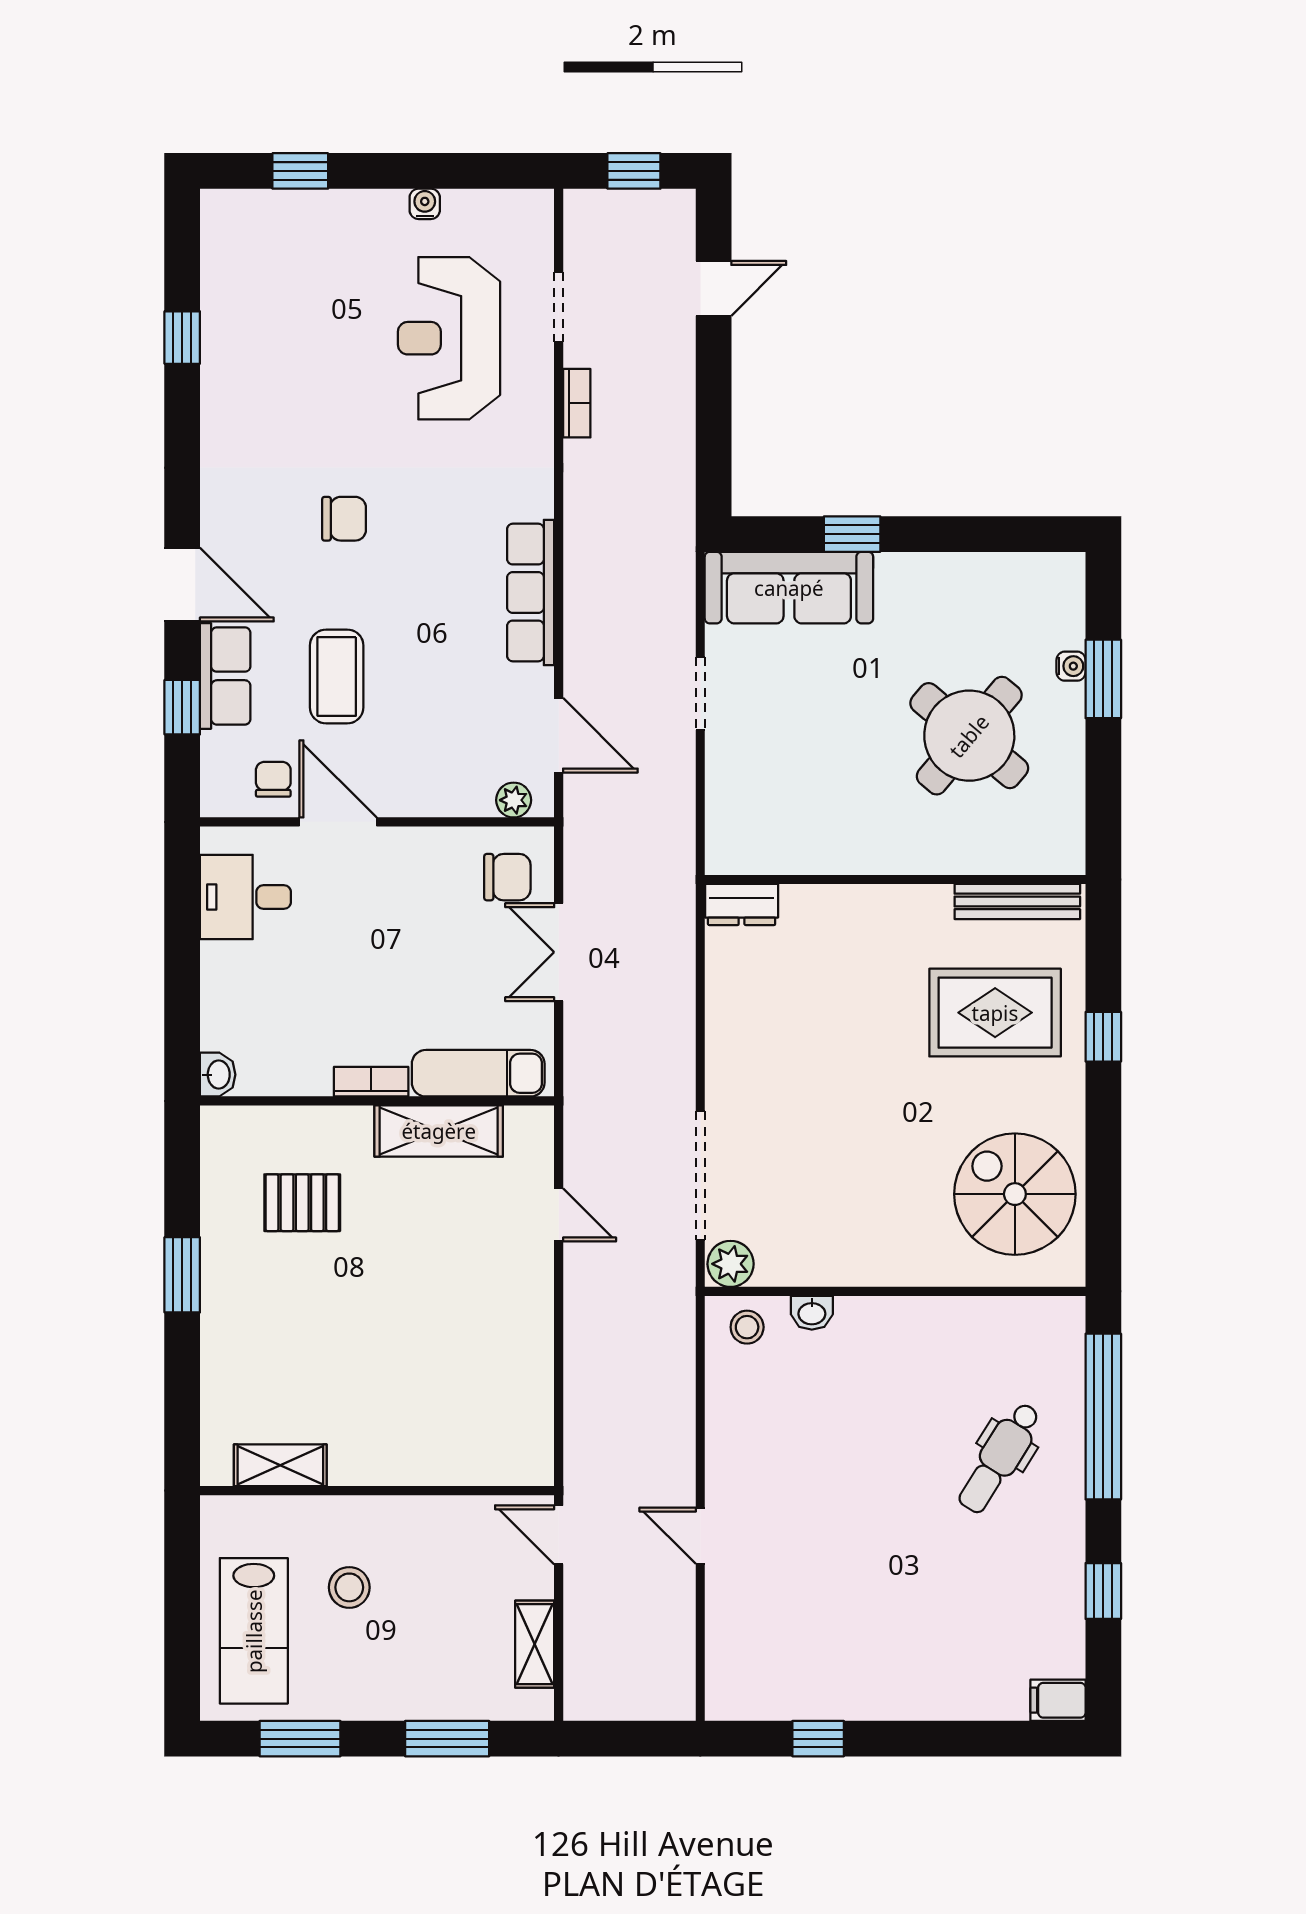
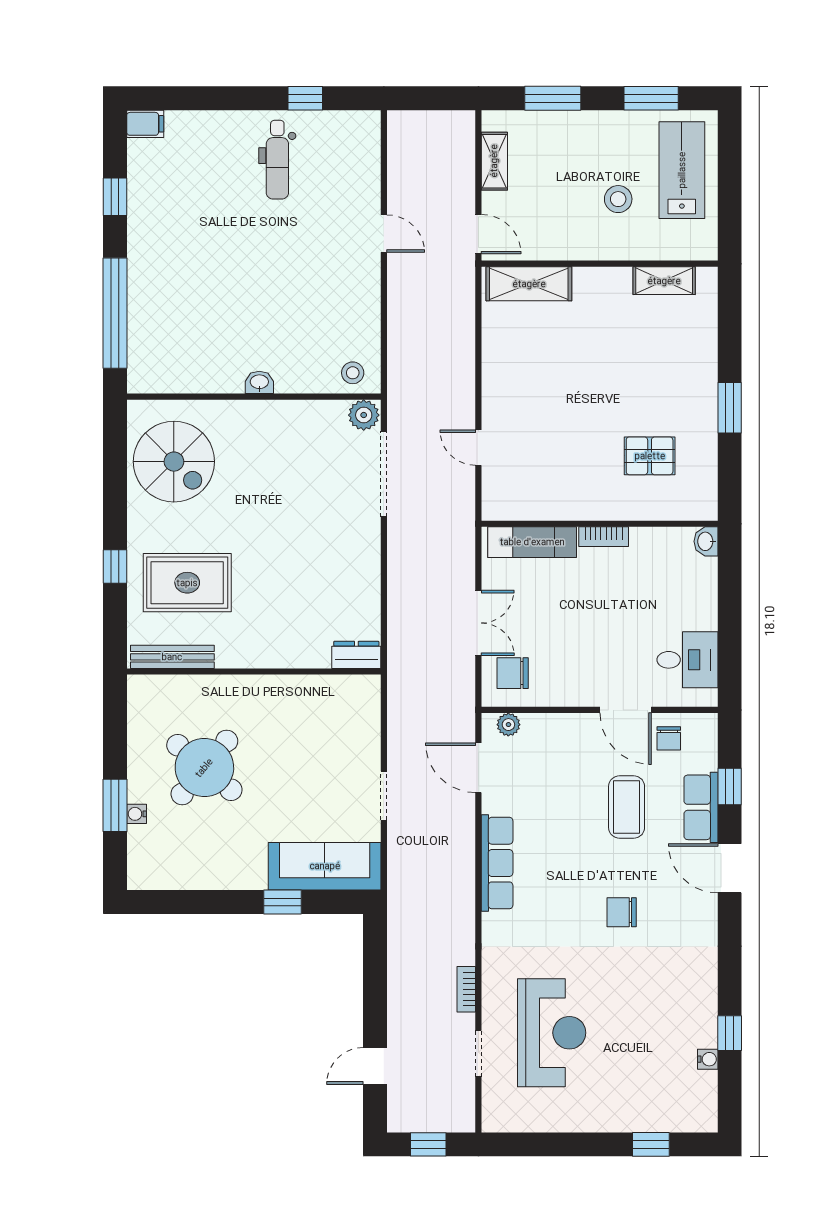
water cooler: (425, 204) -> (708, 1059), moved, turned -90
shelving: (439, 1131) -> (529, 284), moved
washbasin: (812, 1313) -> (259, 382), moved
dental chair: (999, 1458) -> (277, 160), moved, turned 148

